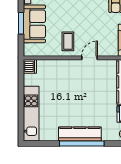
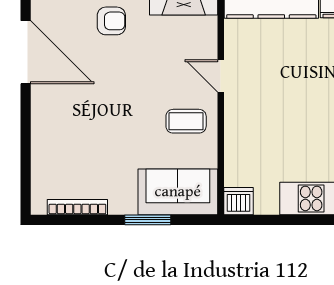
sofa: (34, 24) -> (178, 192), moved

